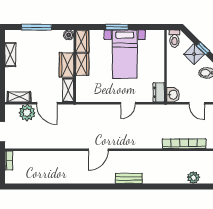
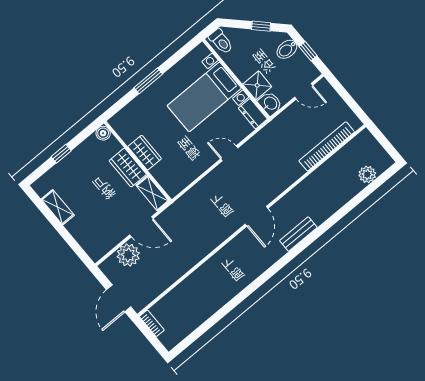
window: (36, 27) -> (61, 154), width x0.46
wardrobe: (82, 41) -> (124, 128), removed
bed with nightstands: (125, 54) -> (204, 97), moved, turned 90
shower: (194, 54) -> (257, 85), moved, turned 45
shelving: (19, 97) -> (105, 245), removed
door: (128, 103) -> (229, 153), swing flipped
door: (98, 150) -> (257, 216), moved

